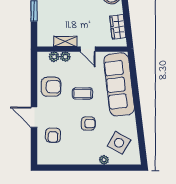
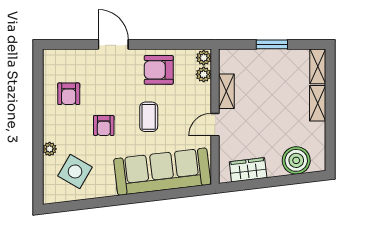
plant: (65, 57) -> (204, 58), moved
armchair: (51, 87) -> (159, 70), turned 90
door: (34, 117) -> (113, 44), hinge flipped
armchair: (53, 135) -> (69, 94), moved, turned -90

